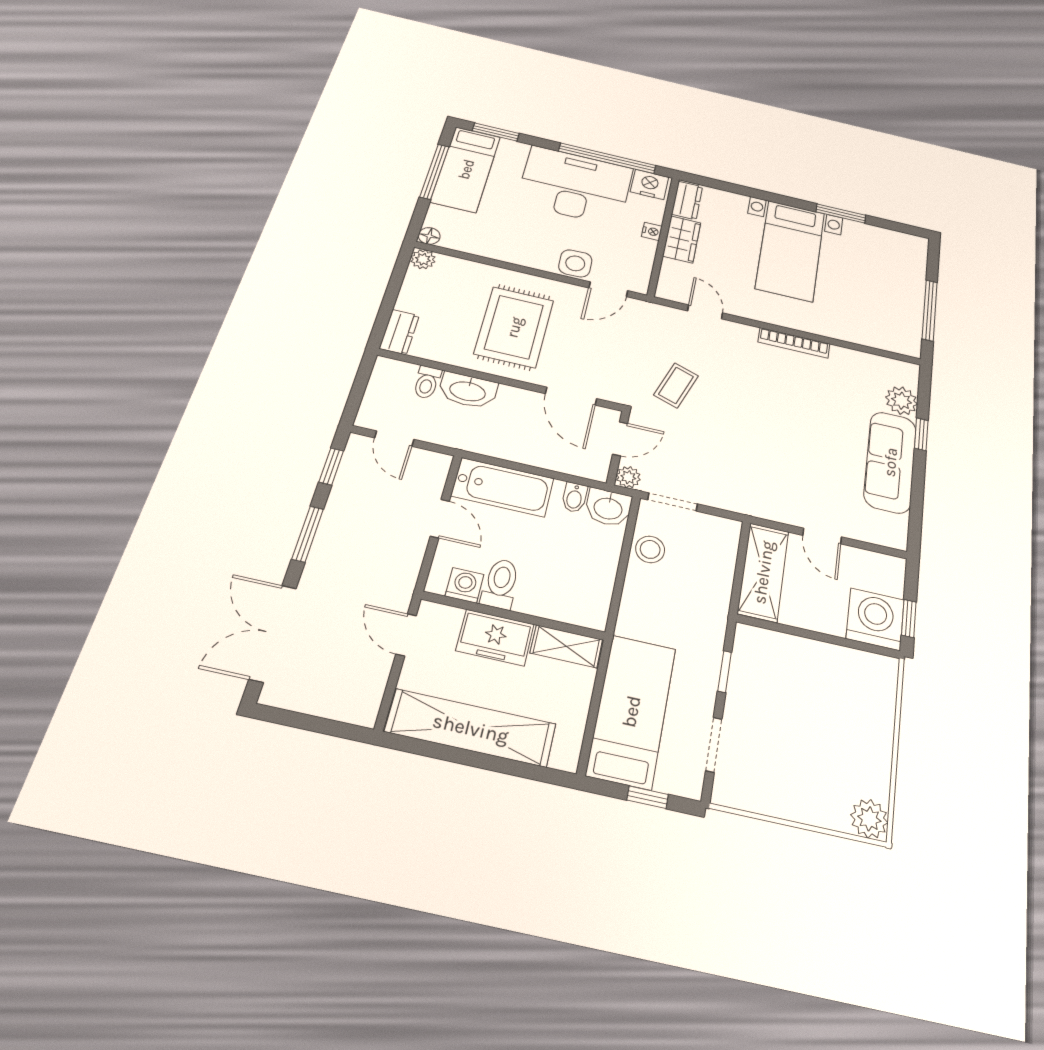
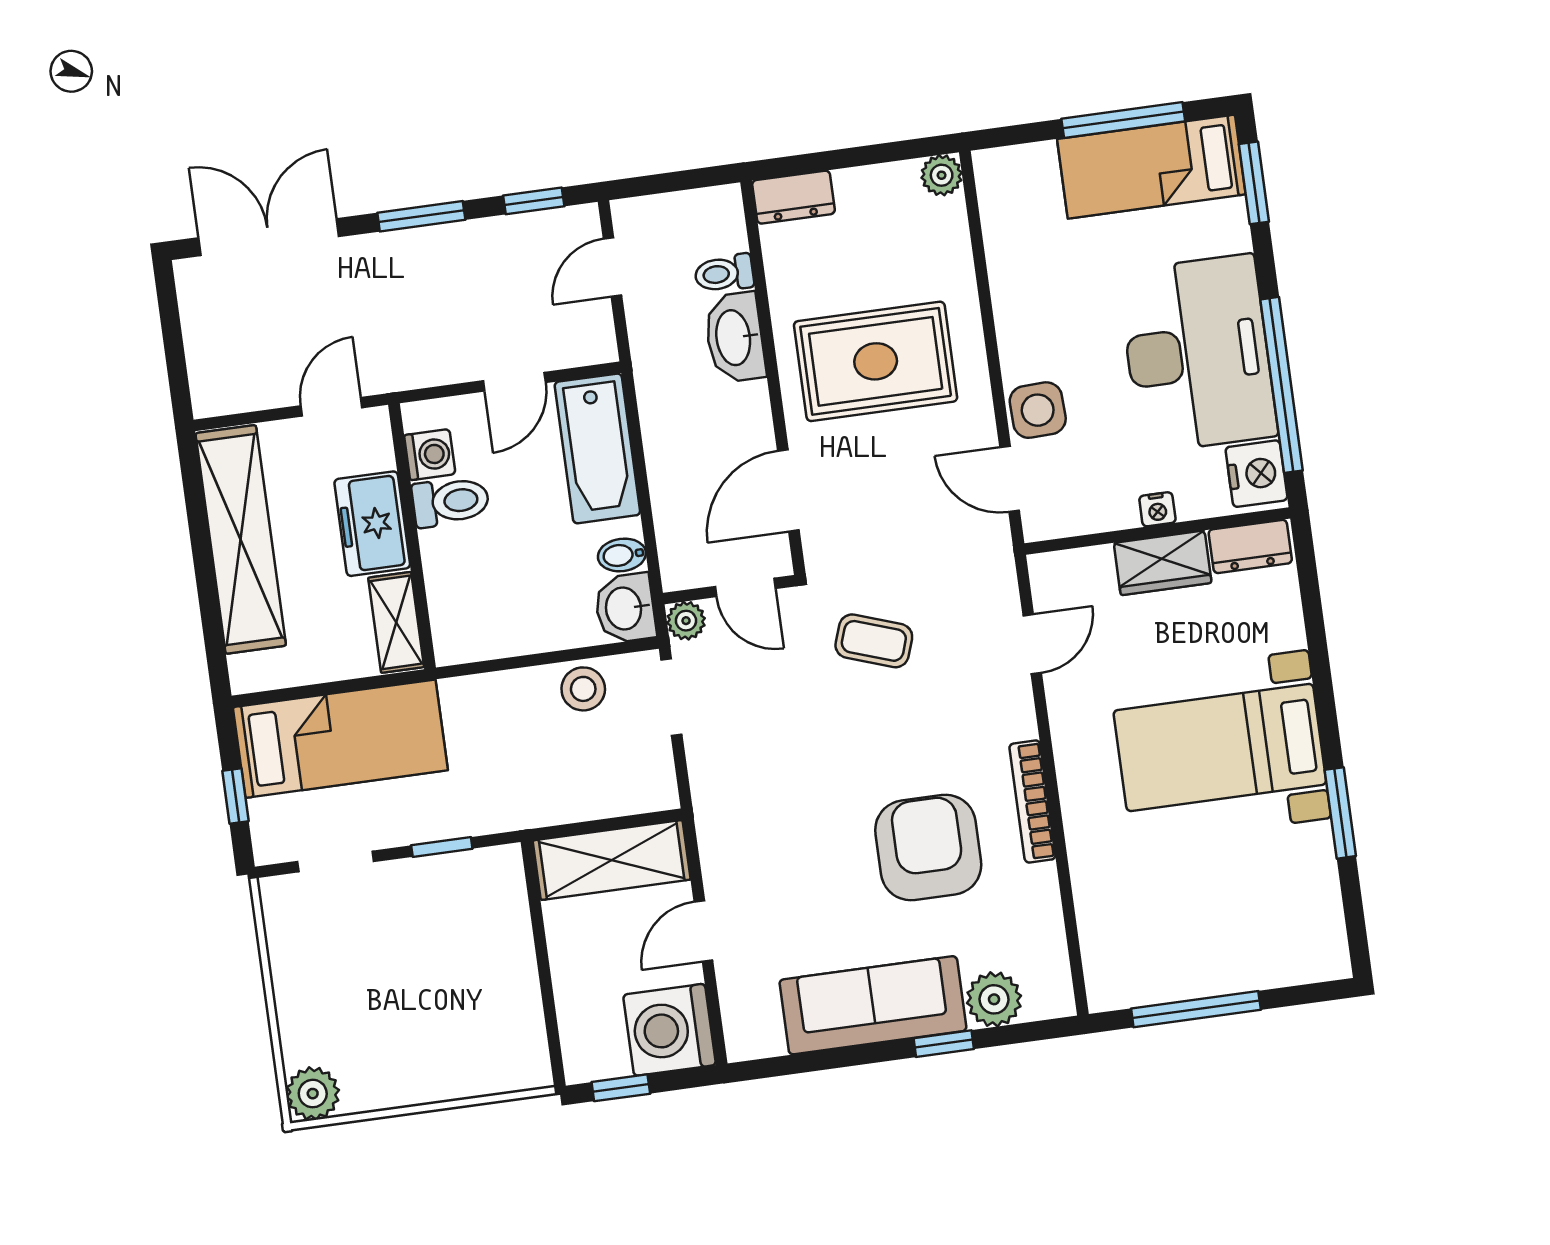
floor lamp: (429, 236) -> (991, 166), removed
armchair: (805, 402) -> (928, 848), added
washing machine: (875, 619) -> (669, 1030), moved, turned 180

